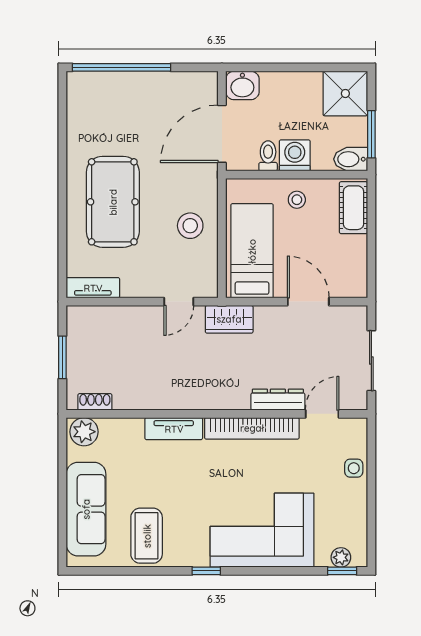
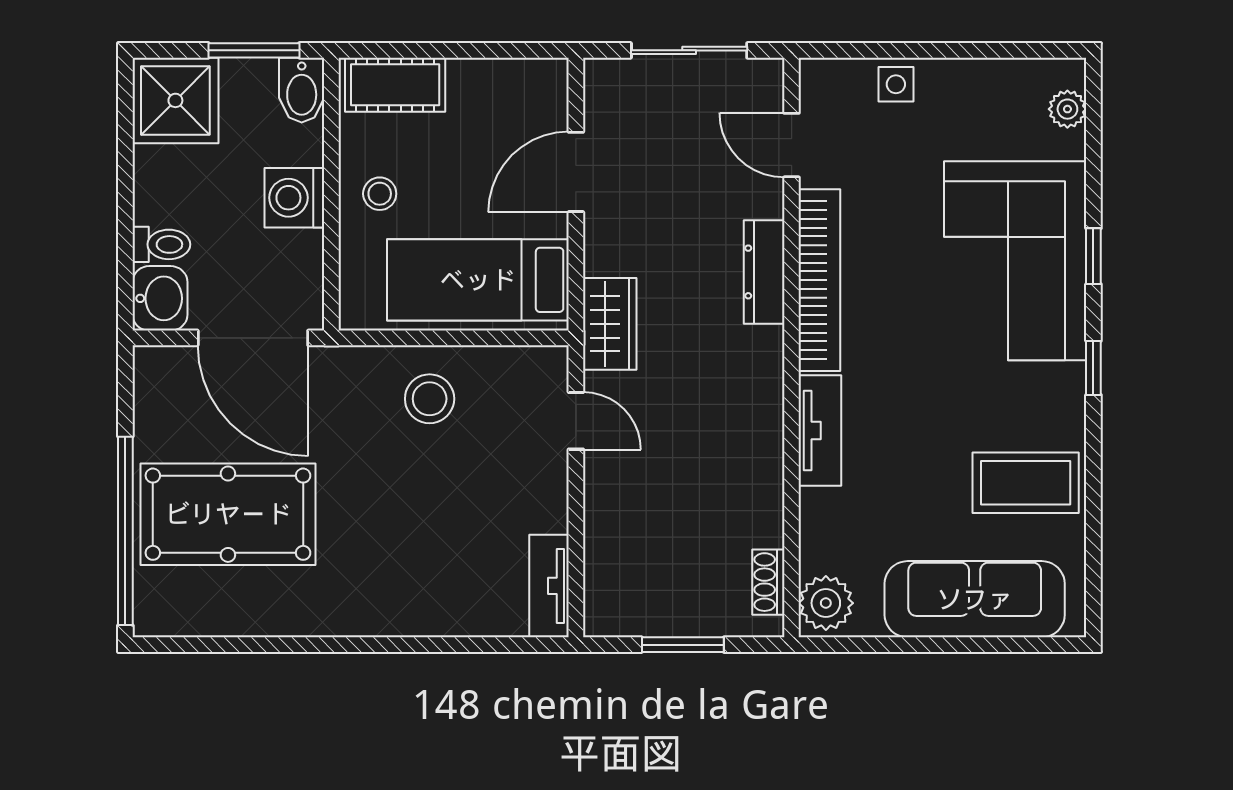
toilet: (268, 156) -> (161, 244), moved, turned 180
pool table: (113, 202) -> (228, 514), moved
dresser: (278, 400) -> (764, 272), moved
window: (342, 571) -> (1093, 256), moved

